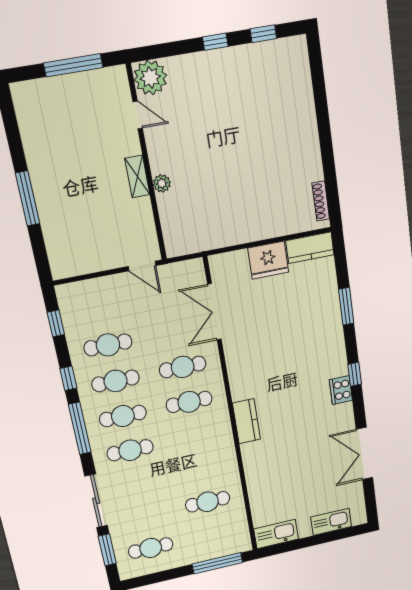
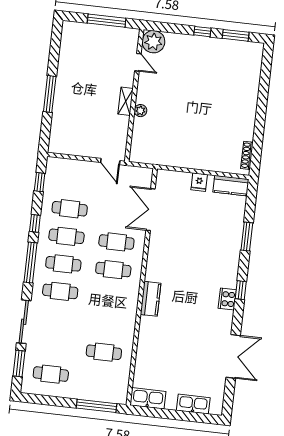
window: (263, 34) -> (236, 35), width x1.50
fridge: (268, 260) -> (199, 182), width x0.53, depth x0.75
double door: (364, 454) -> (233, 356), swing flipped

